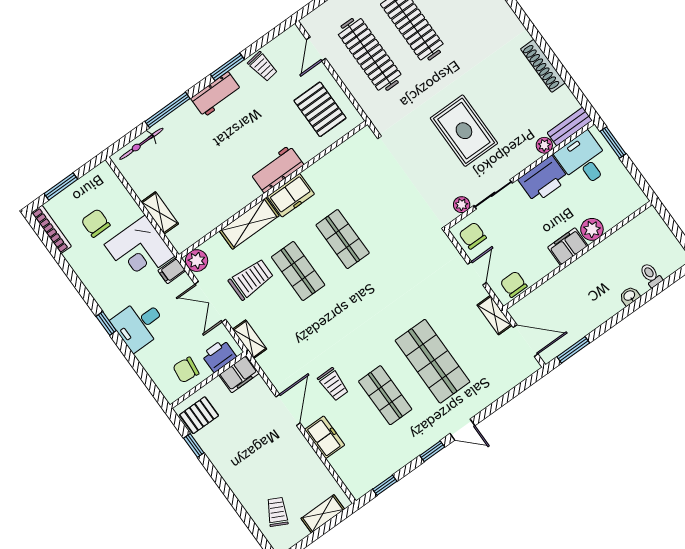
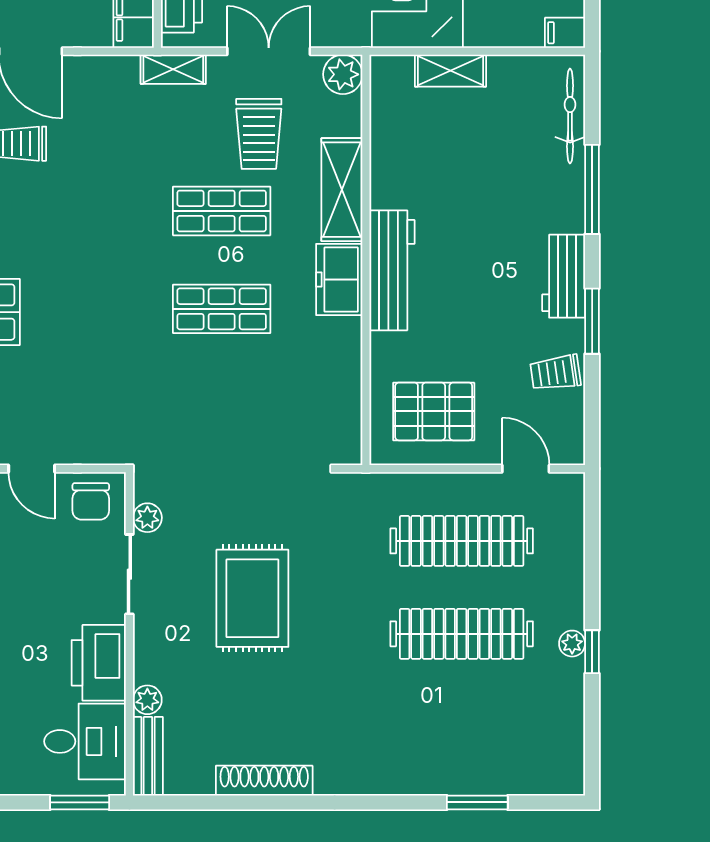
rug: (464, 131) -> (252, 598), turned 90
workbench: (277, 169) -> (392, 270), width x1.38
chair: (473, 236) -> (91, 501), turned 90
filing cabinet: (172, 271) -> (565, 33), moved, turned -90

